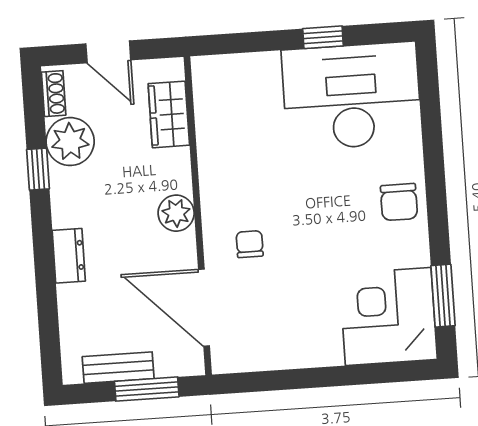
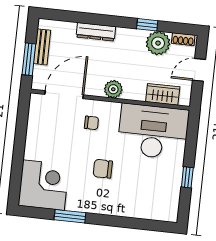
desk: (352, 96) -> (153, 132), moved, turned -90
chair: (399, 202) -> (103, 169), moved
dresser: (69, 256) -> (96, 32), width x1.44
window: (443, 296) -> (70, 216), moved

